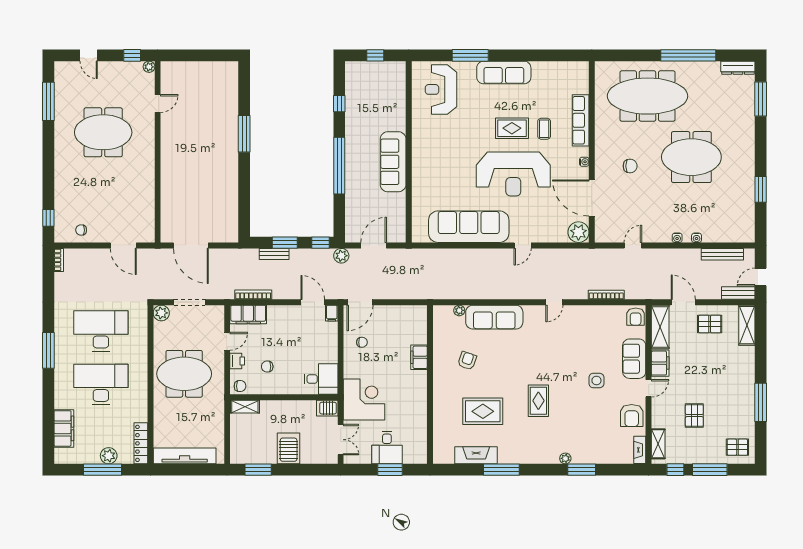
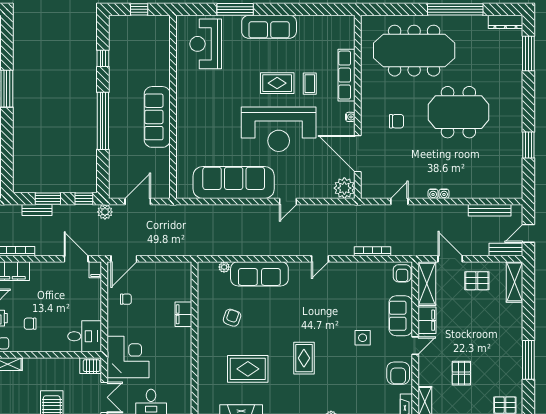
water cooler: (697, 238) -> (433, 194), moved

